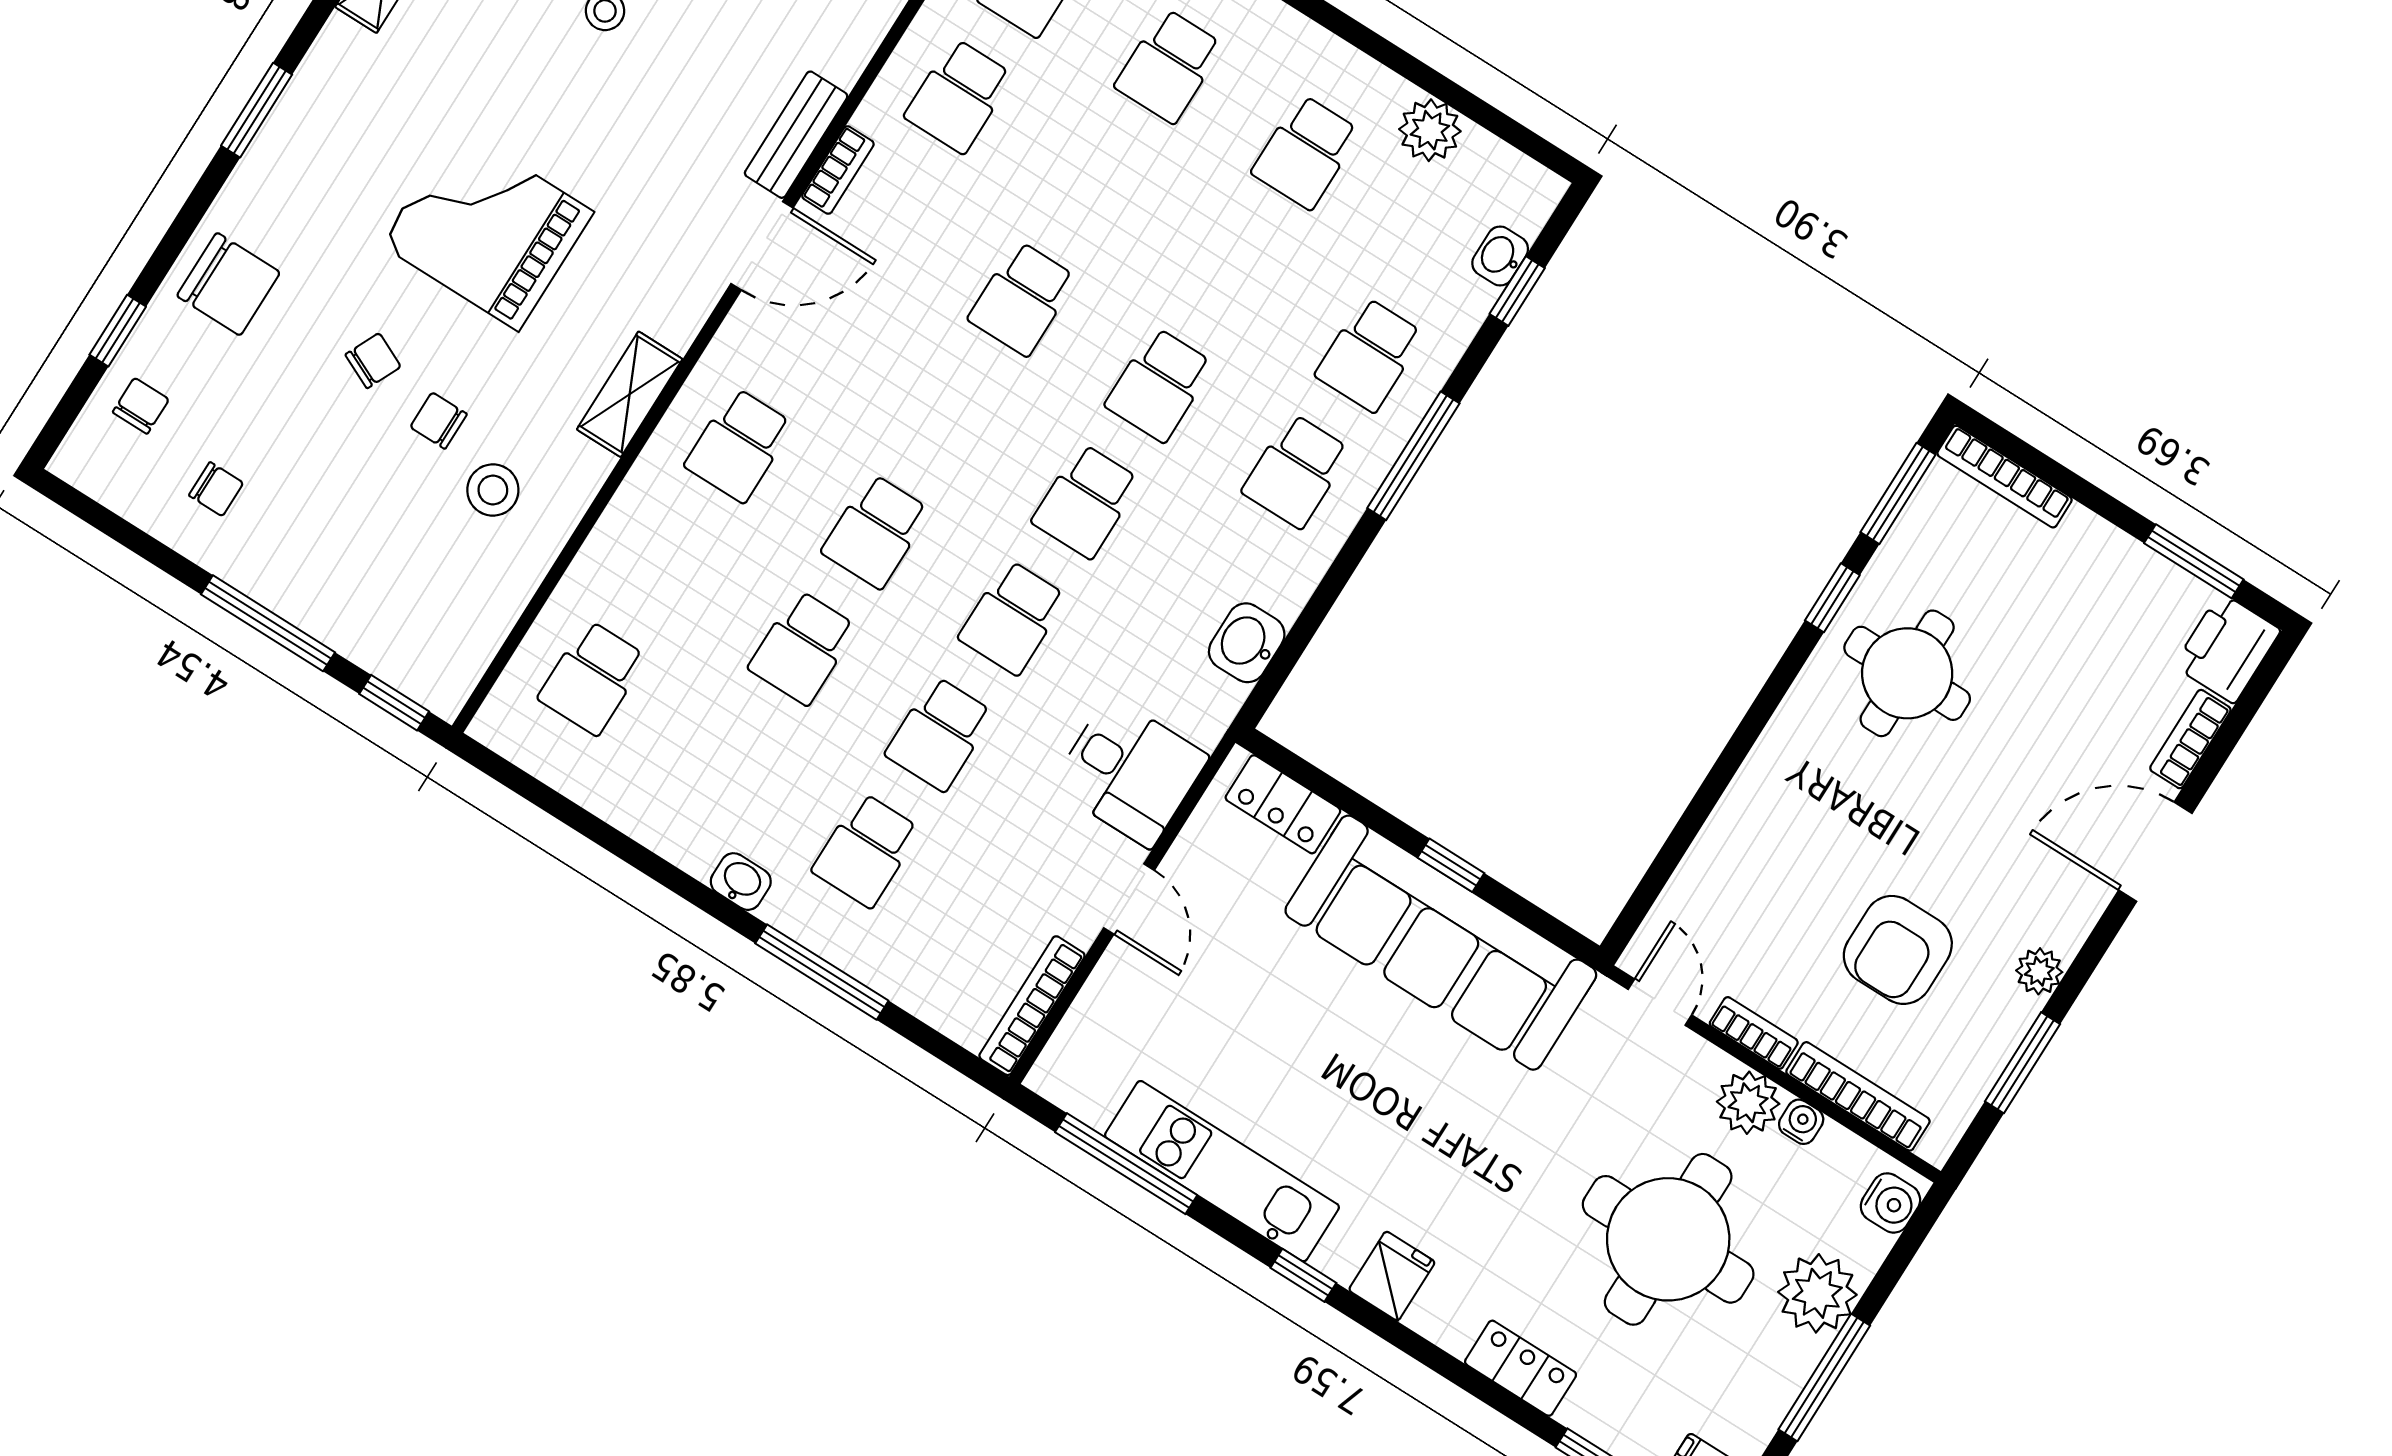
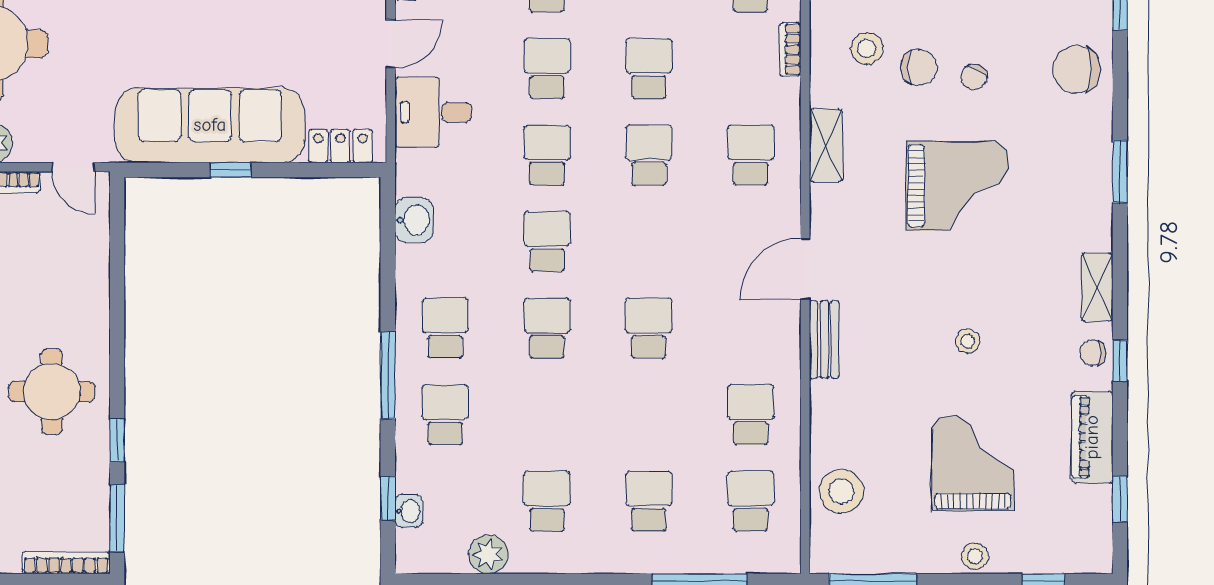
bookcase: (838, 170) -> (790, 49), moved
chair: (439, 421) -> (919, 67), width x1.37, depth x1.37
round table: (1907, 673) -> (52, 392), moved
door: (1129, 899) -> (391, 44), swing flipped

